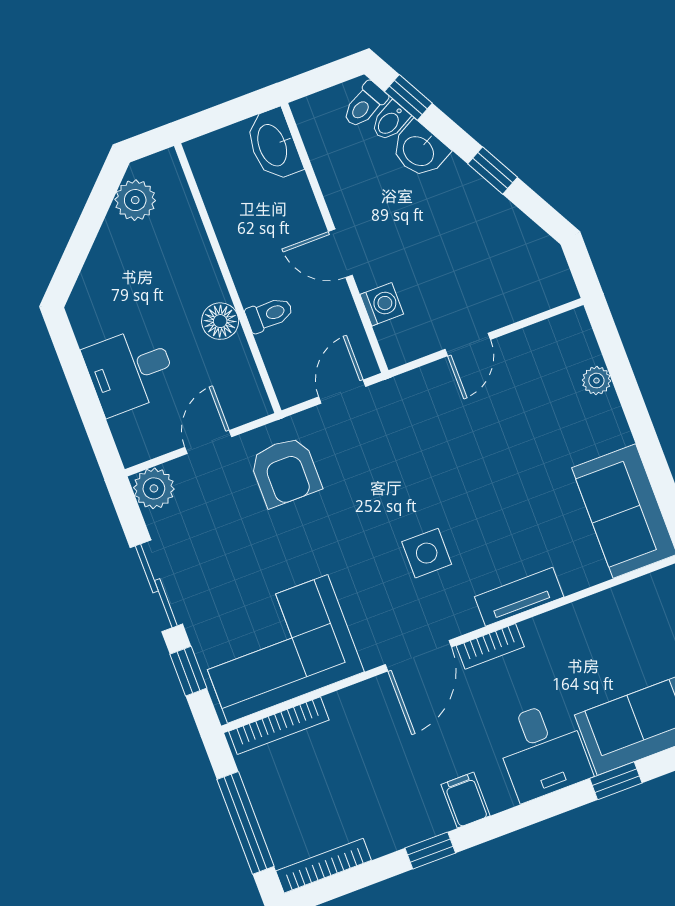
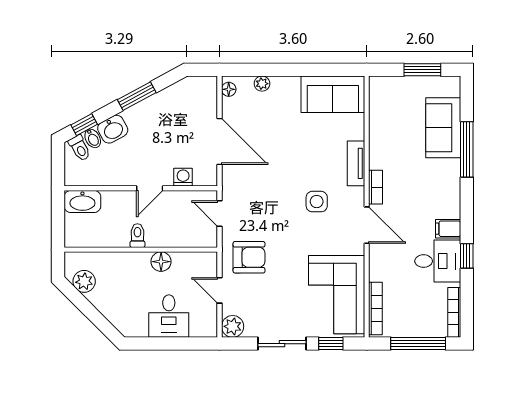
window: (493, 170) -> (137, 96), width x1.50
toilet: (269, 314) -> (137, 236), moved
floor lamp: (565, 326) -> (229, 89), added
door: (468, 344) -> (220, 141), width x1.88
desk: (542, 751) -> (438, 261), moved
window: (616, 781) -> (467, 149), width x2.17

